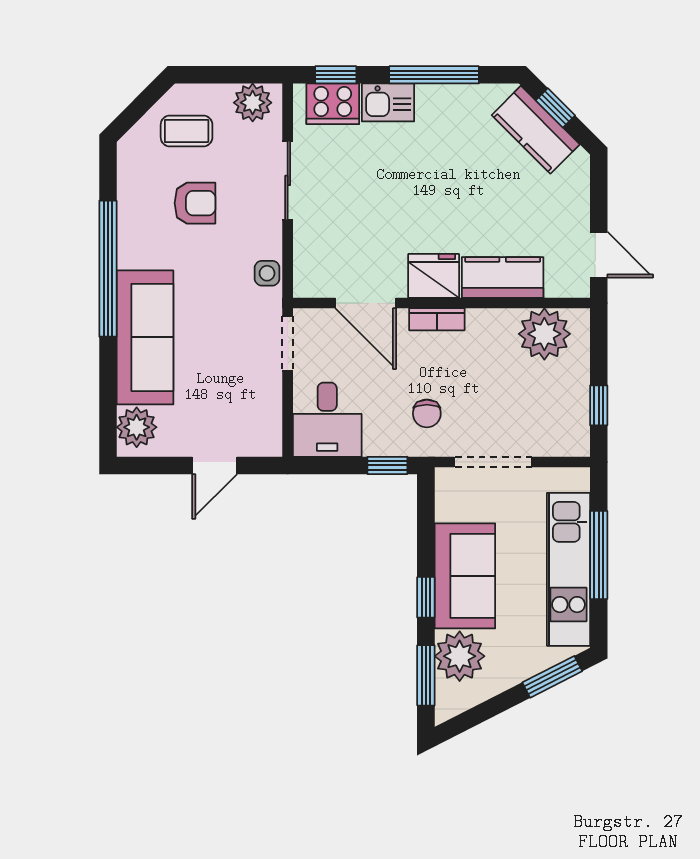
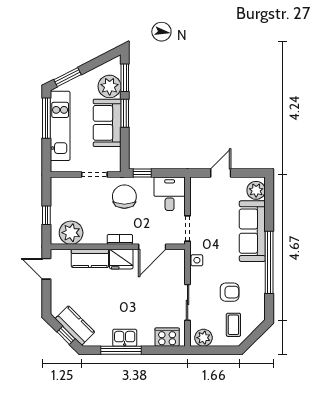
window: (336, 75) -> (166, 350), removed
kitchen sink: (388, 102) -> (125, 338), moved
coffee table: (187, 131) -> (233, 325), turned 90
armchair: (195, 203) -> (230, 292), turned 180
door: (366, 303) -> (152, 247), swing flipped
window: (599, 405) -> (46, 215), moved
chair: (427, 413) -> (124, 197), width x1.87, depth x1.87
doorway: (493, 462) -> (94, 175), width x0.73
window: (599, 555) -> (46, 118), moved
window: (426, 597) -> (125, 113), width x1.50

